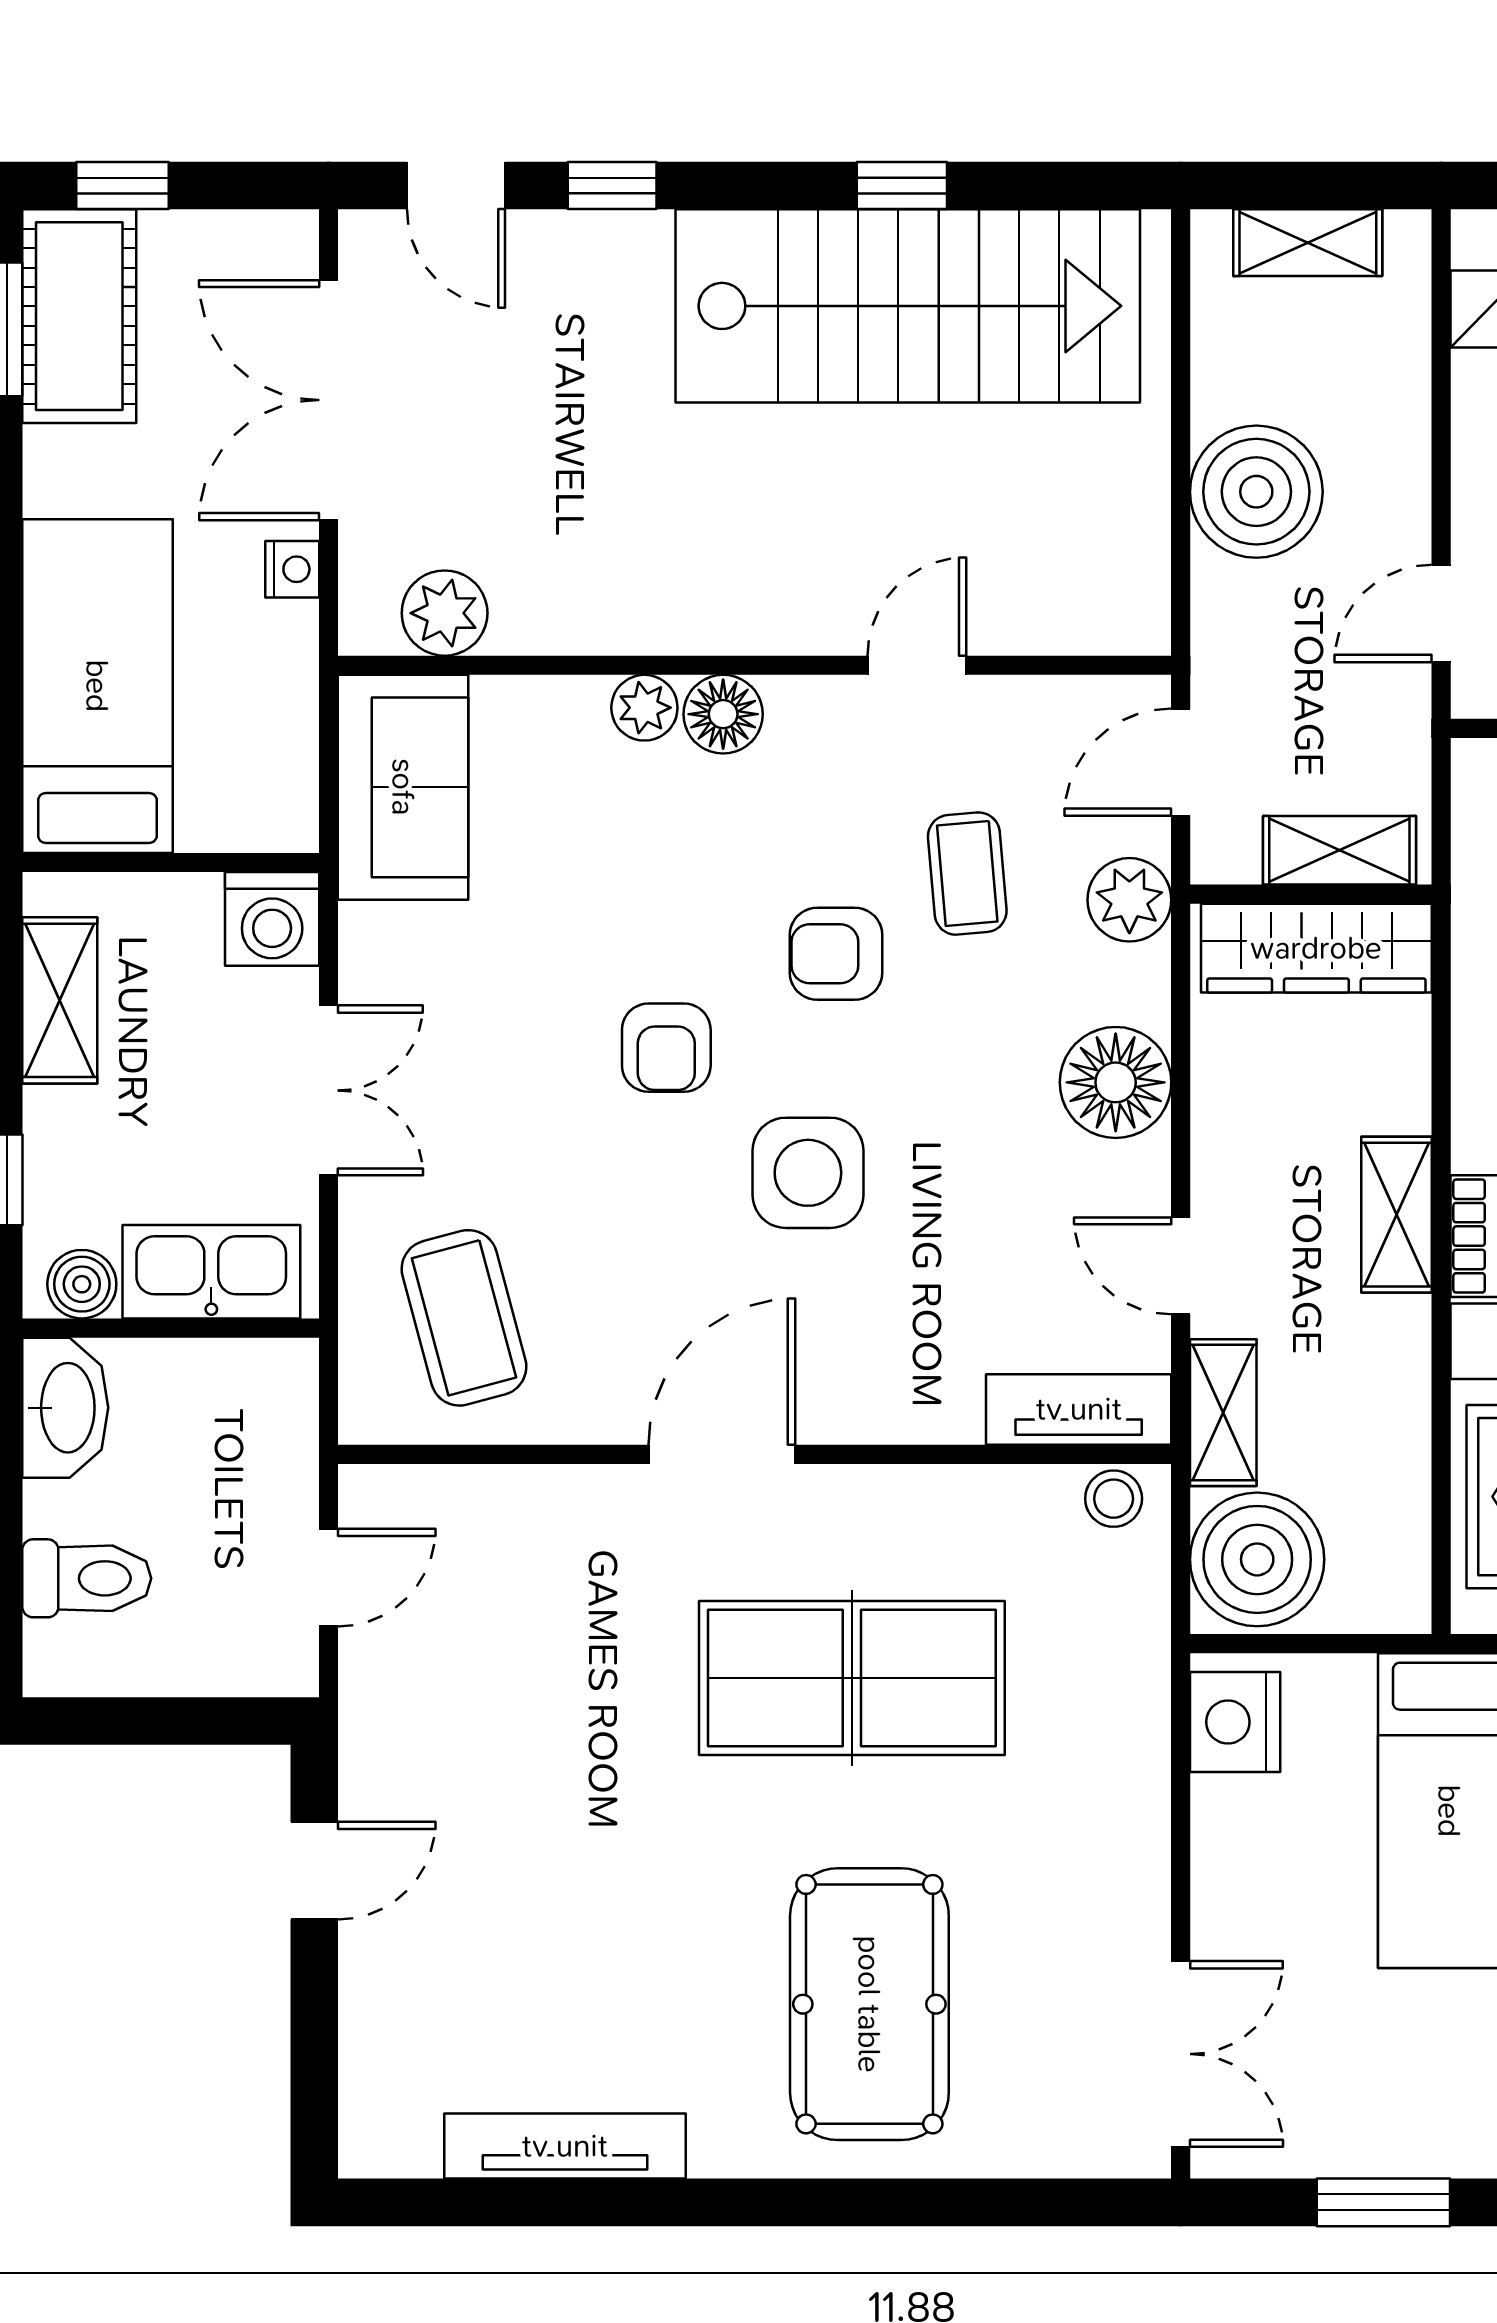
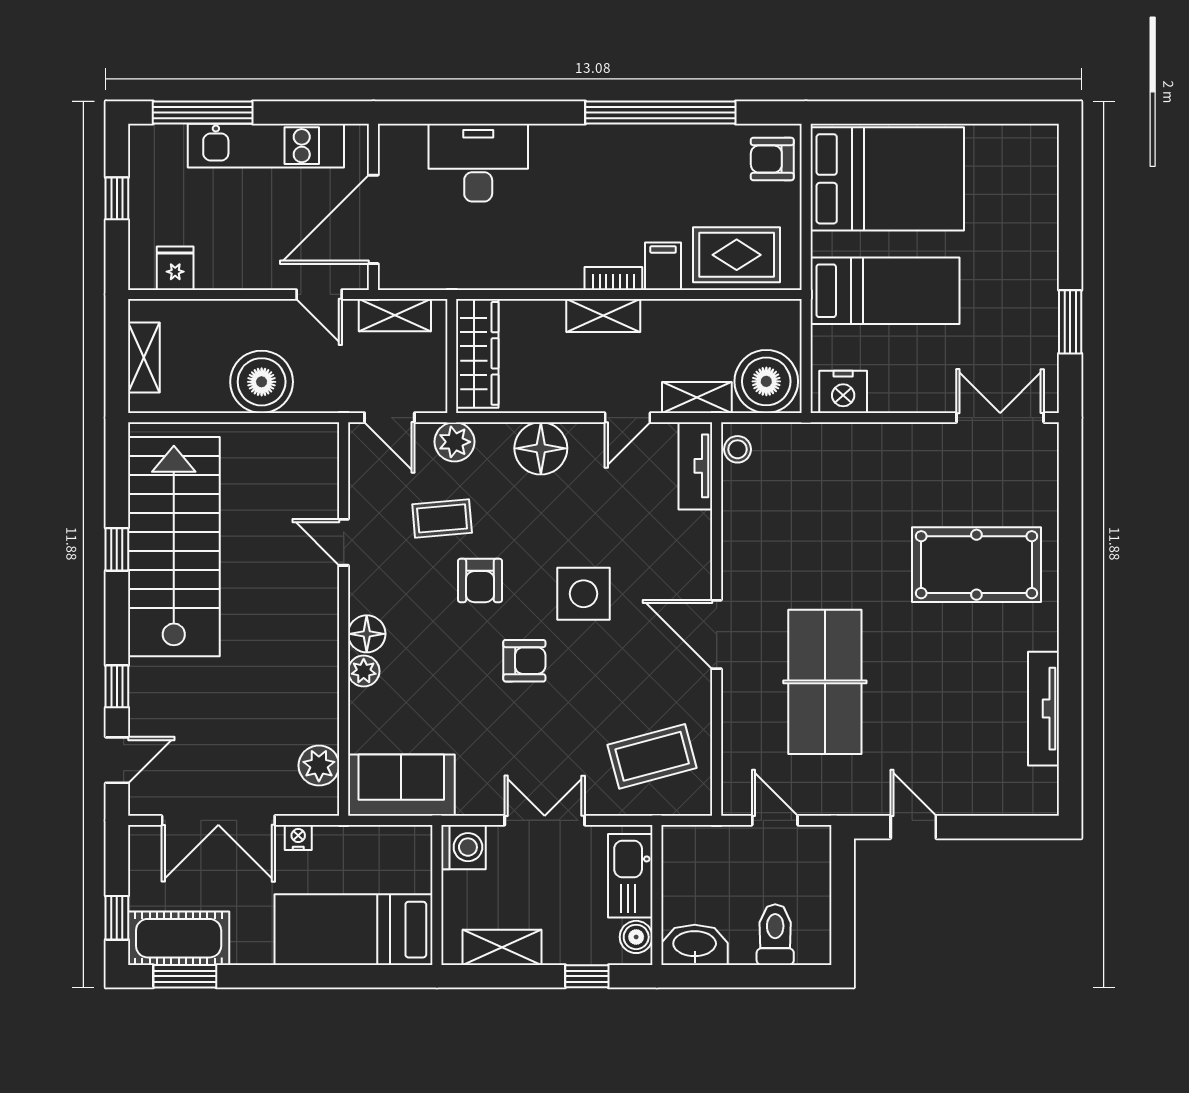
shelving: (1339, 850) -> (395, 315), moved, turned 90
table tennis table: (852, 1678) -> (825, 682), moved

